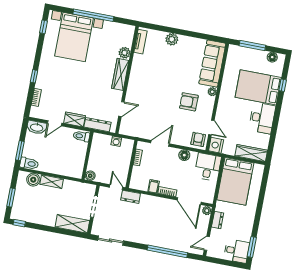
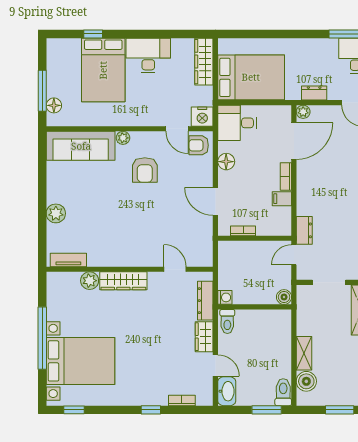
floor lamp: (272, 57) -> (54, 105), moved
door: (211, 128) -> (177, 129), swing flipped
washing machine: (116, 141) -> (225, 297), moved

